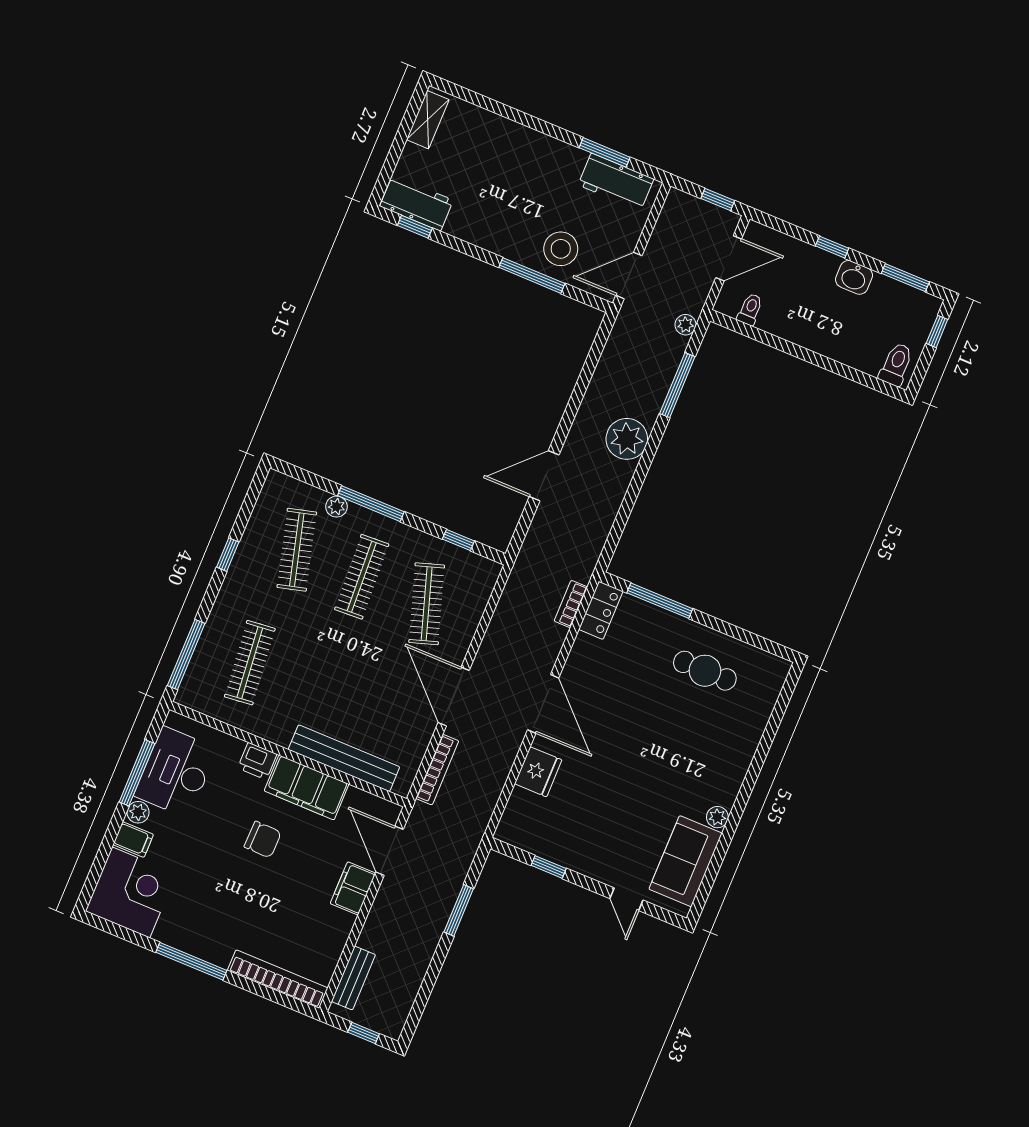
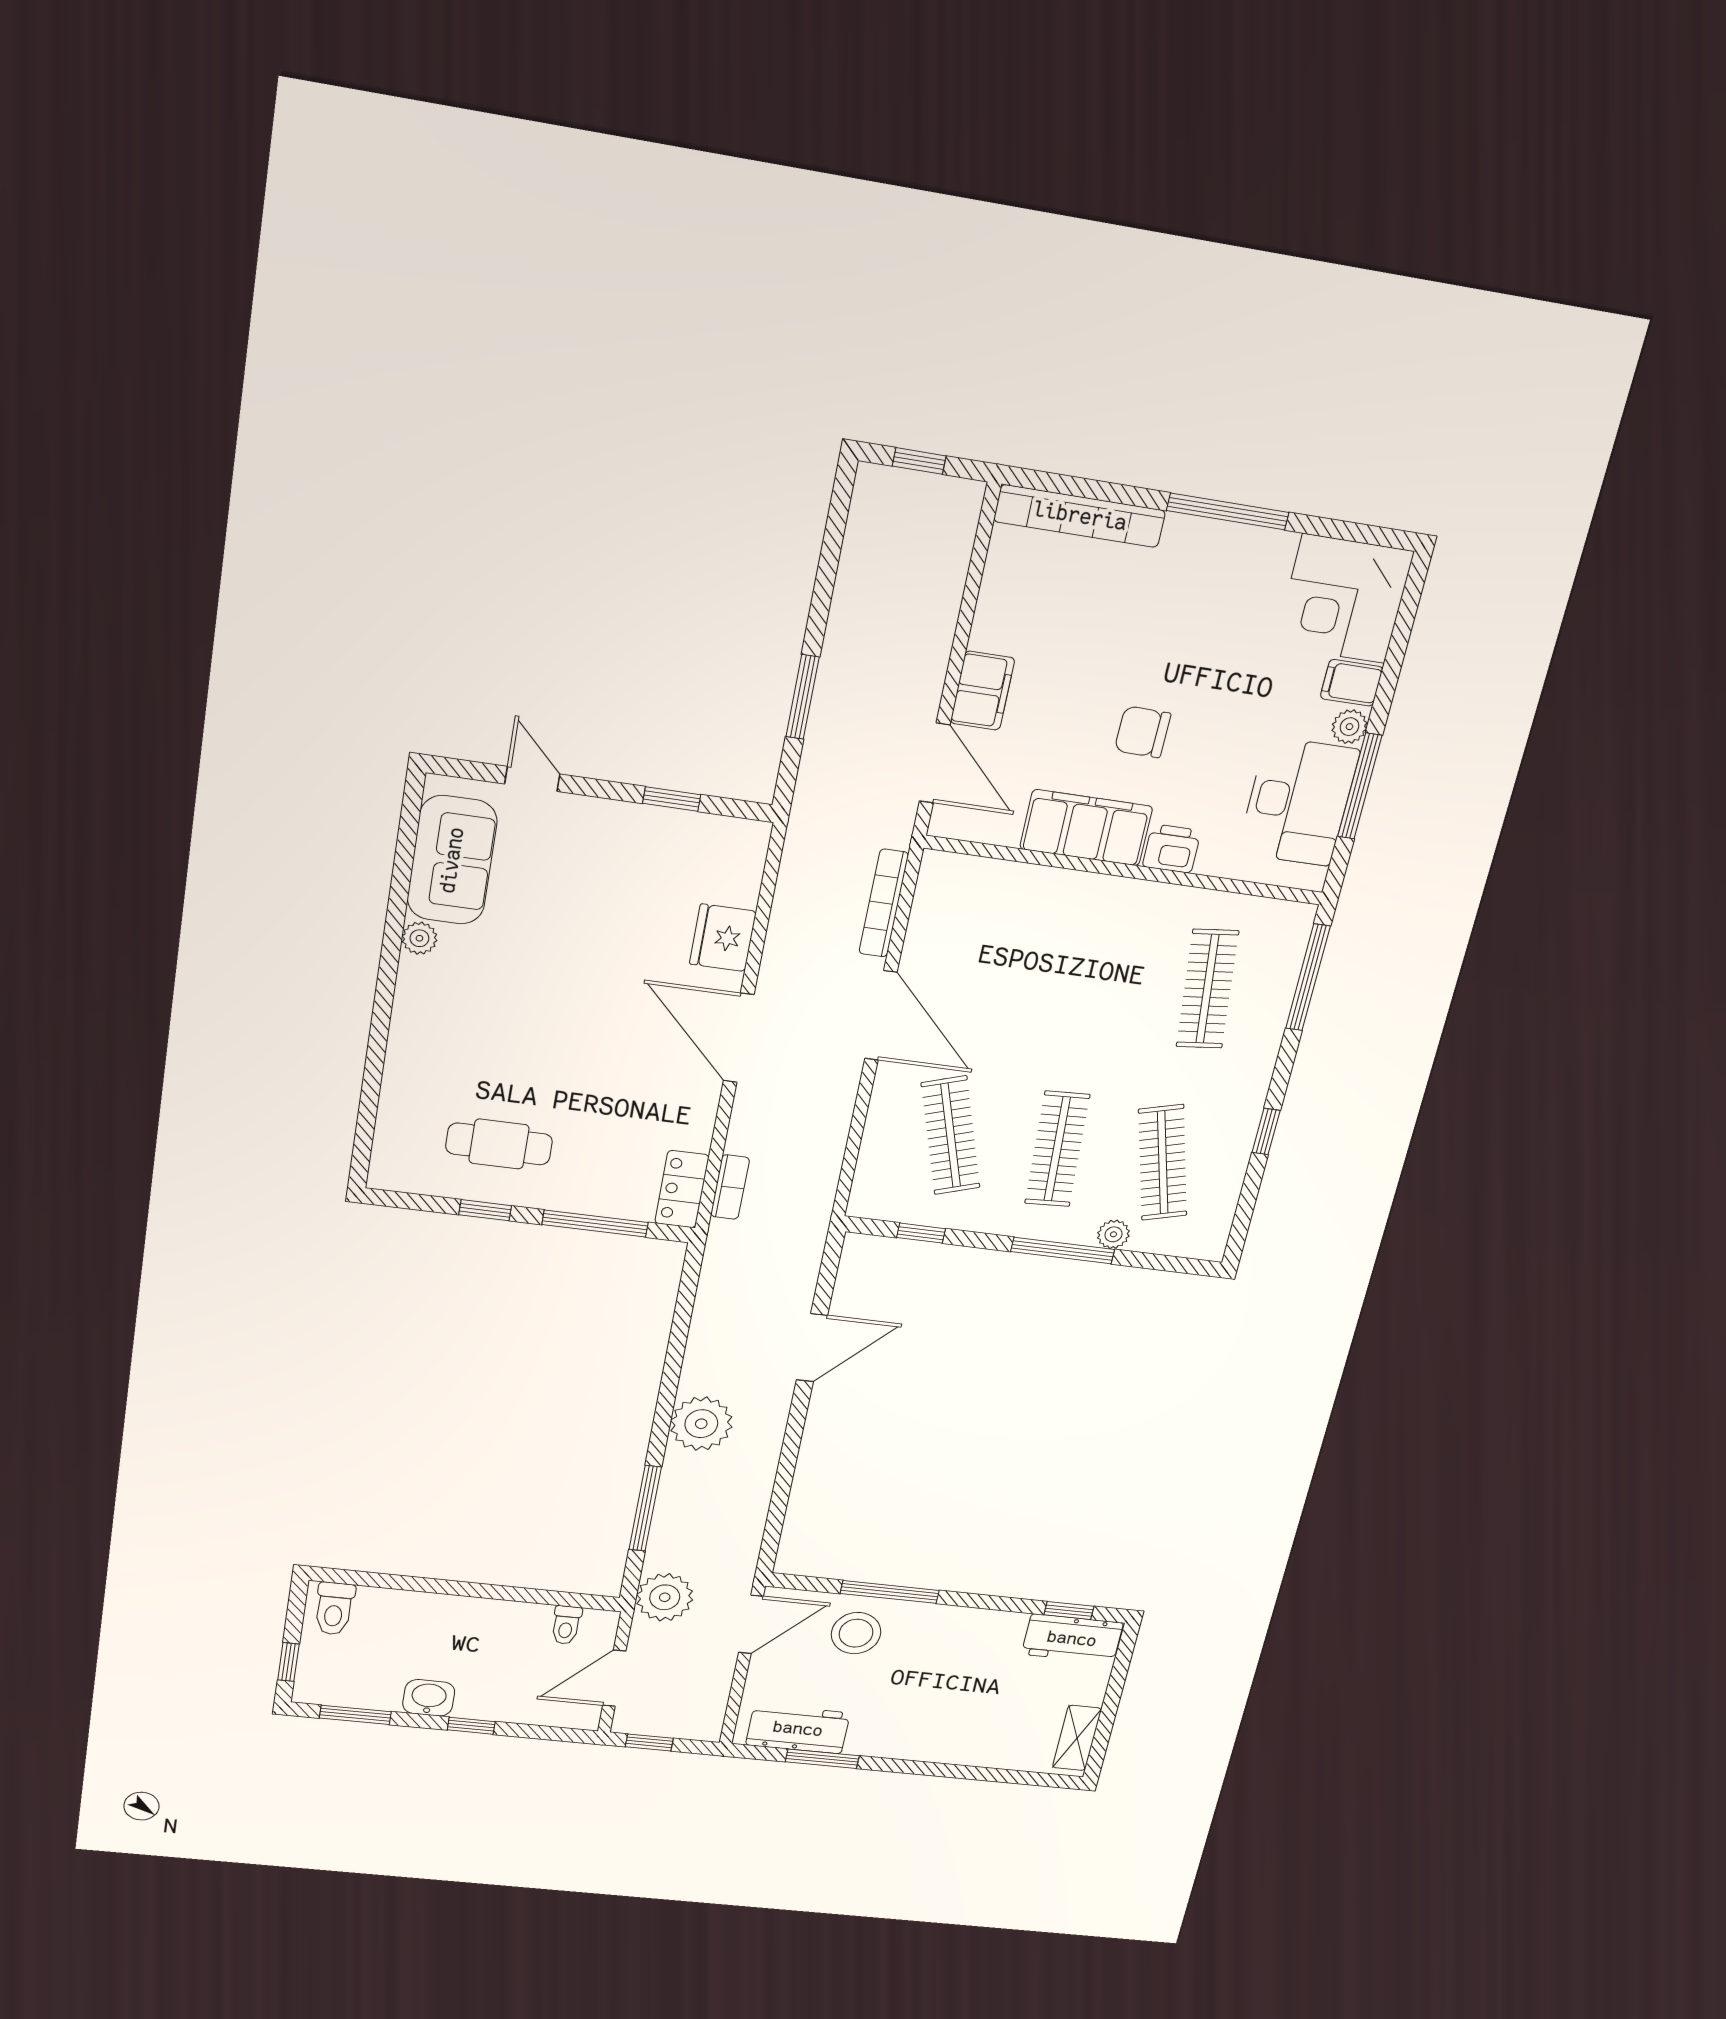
plant: (686, 325) -> (665, 1597), width x1.88, depth x1.88
window: (725, 628) -> (485, 1210), added
bench: (344, 758) -> (1035, 885), removed
bench: (353, 978) -> (954, 548), removed

